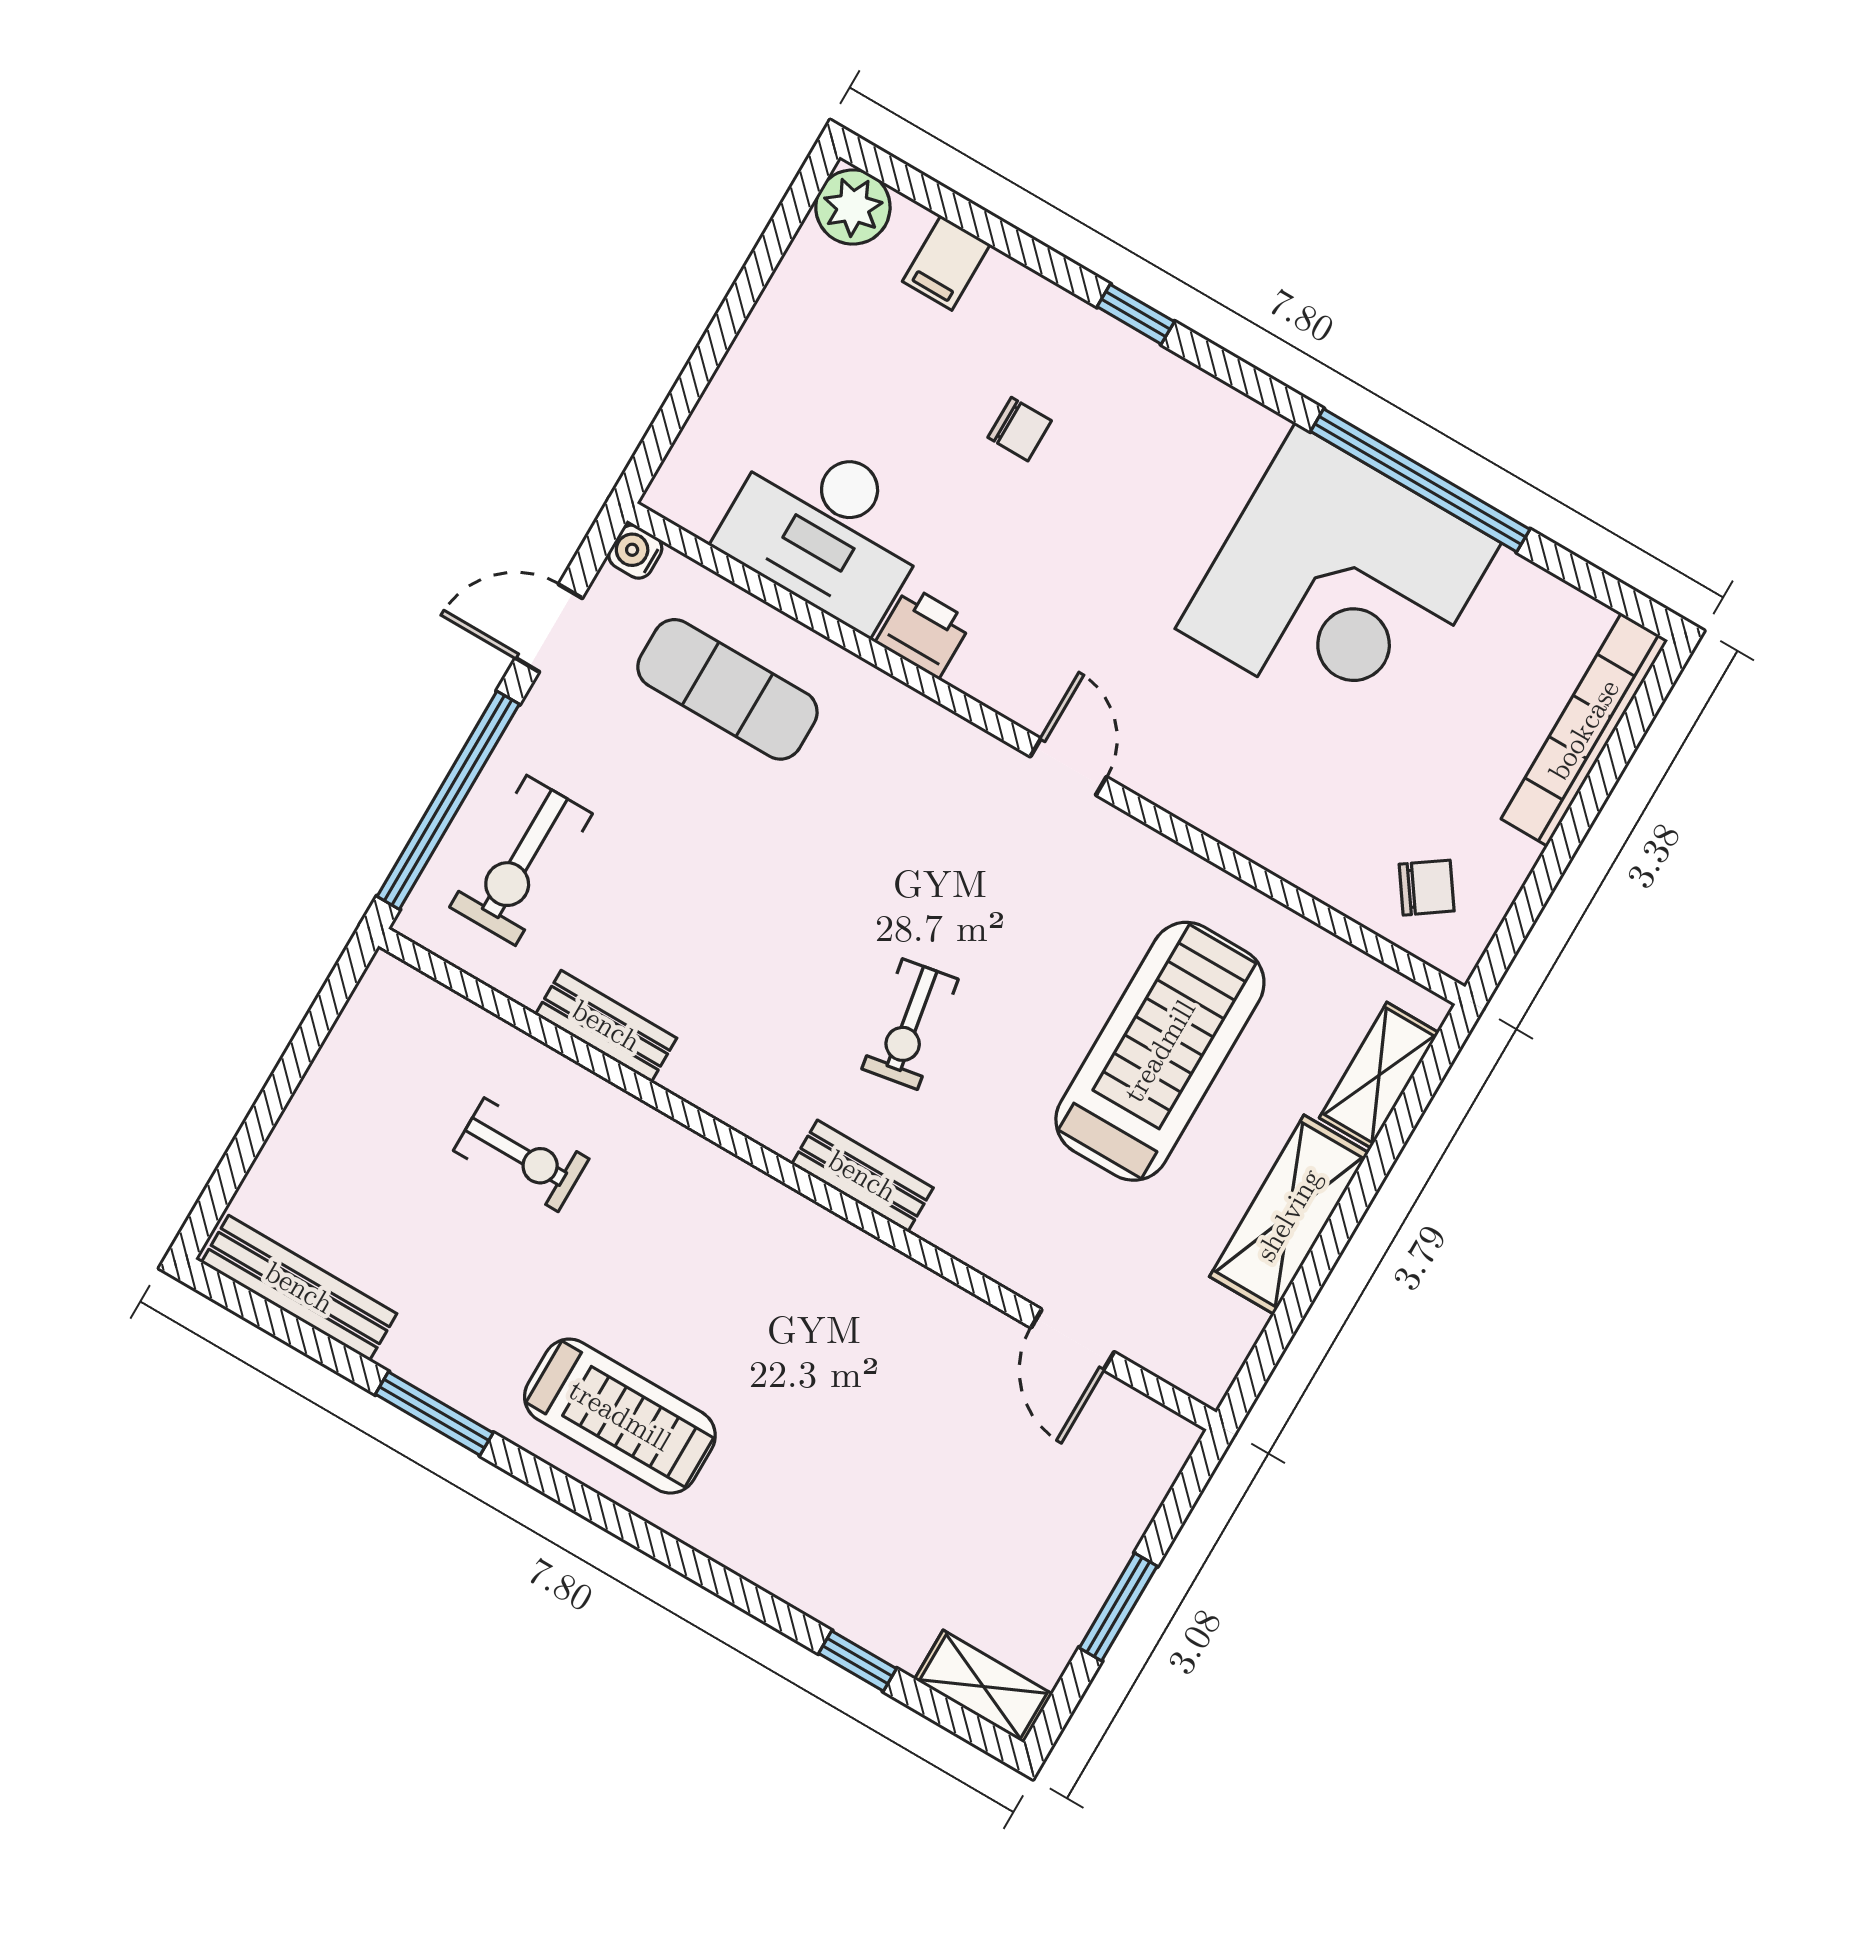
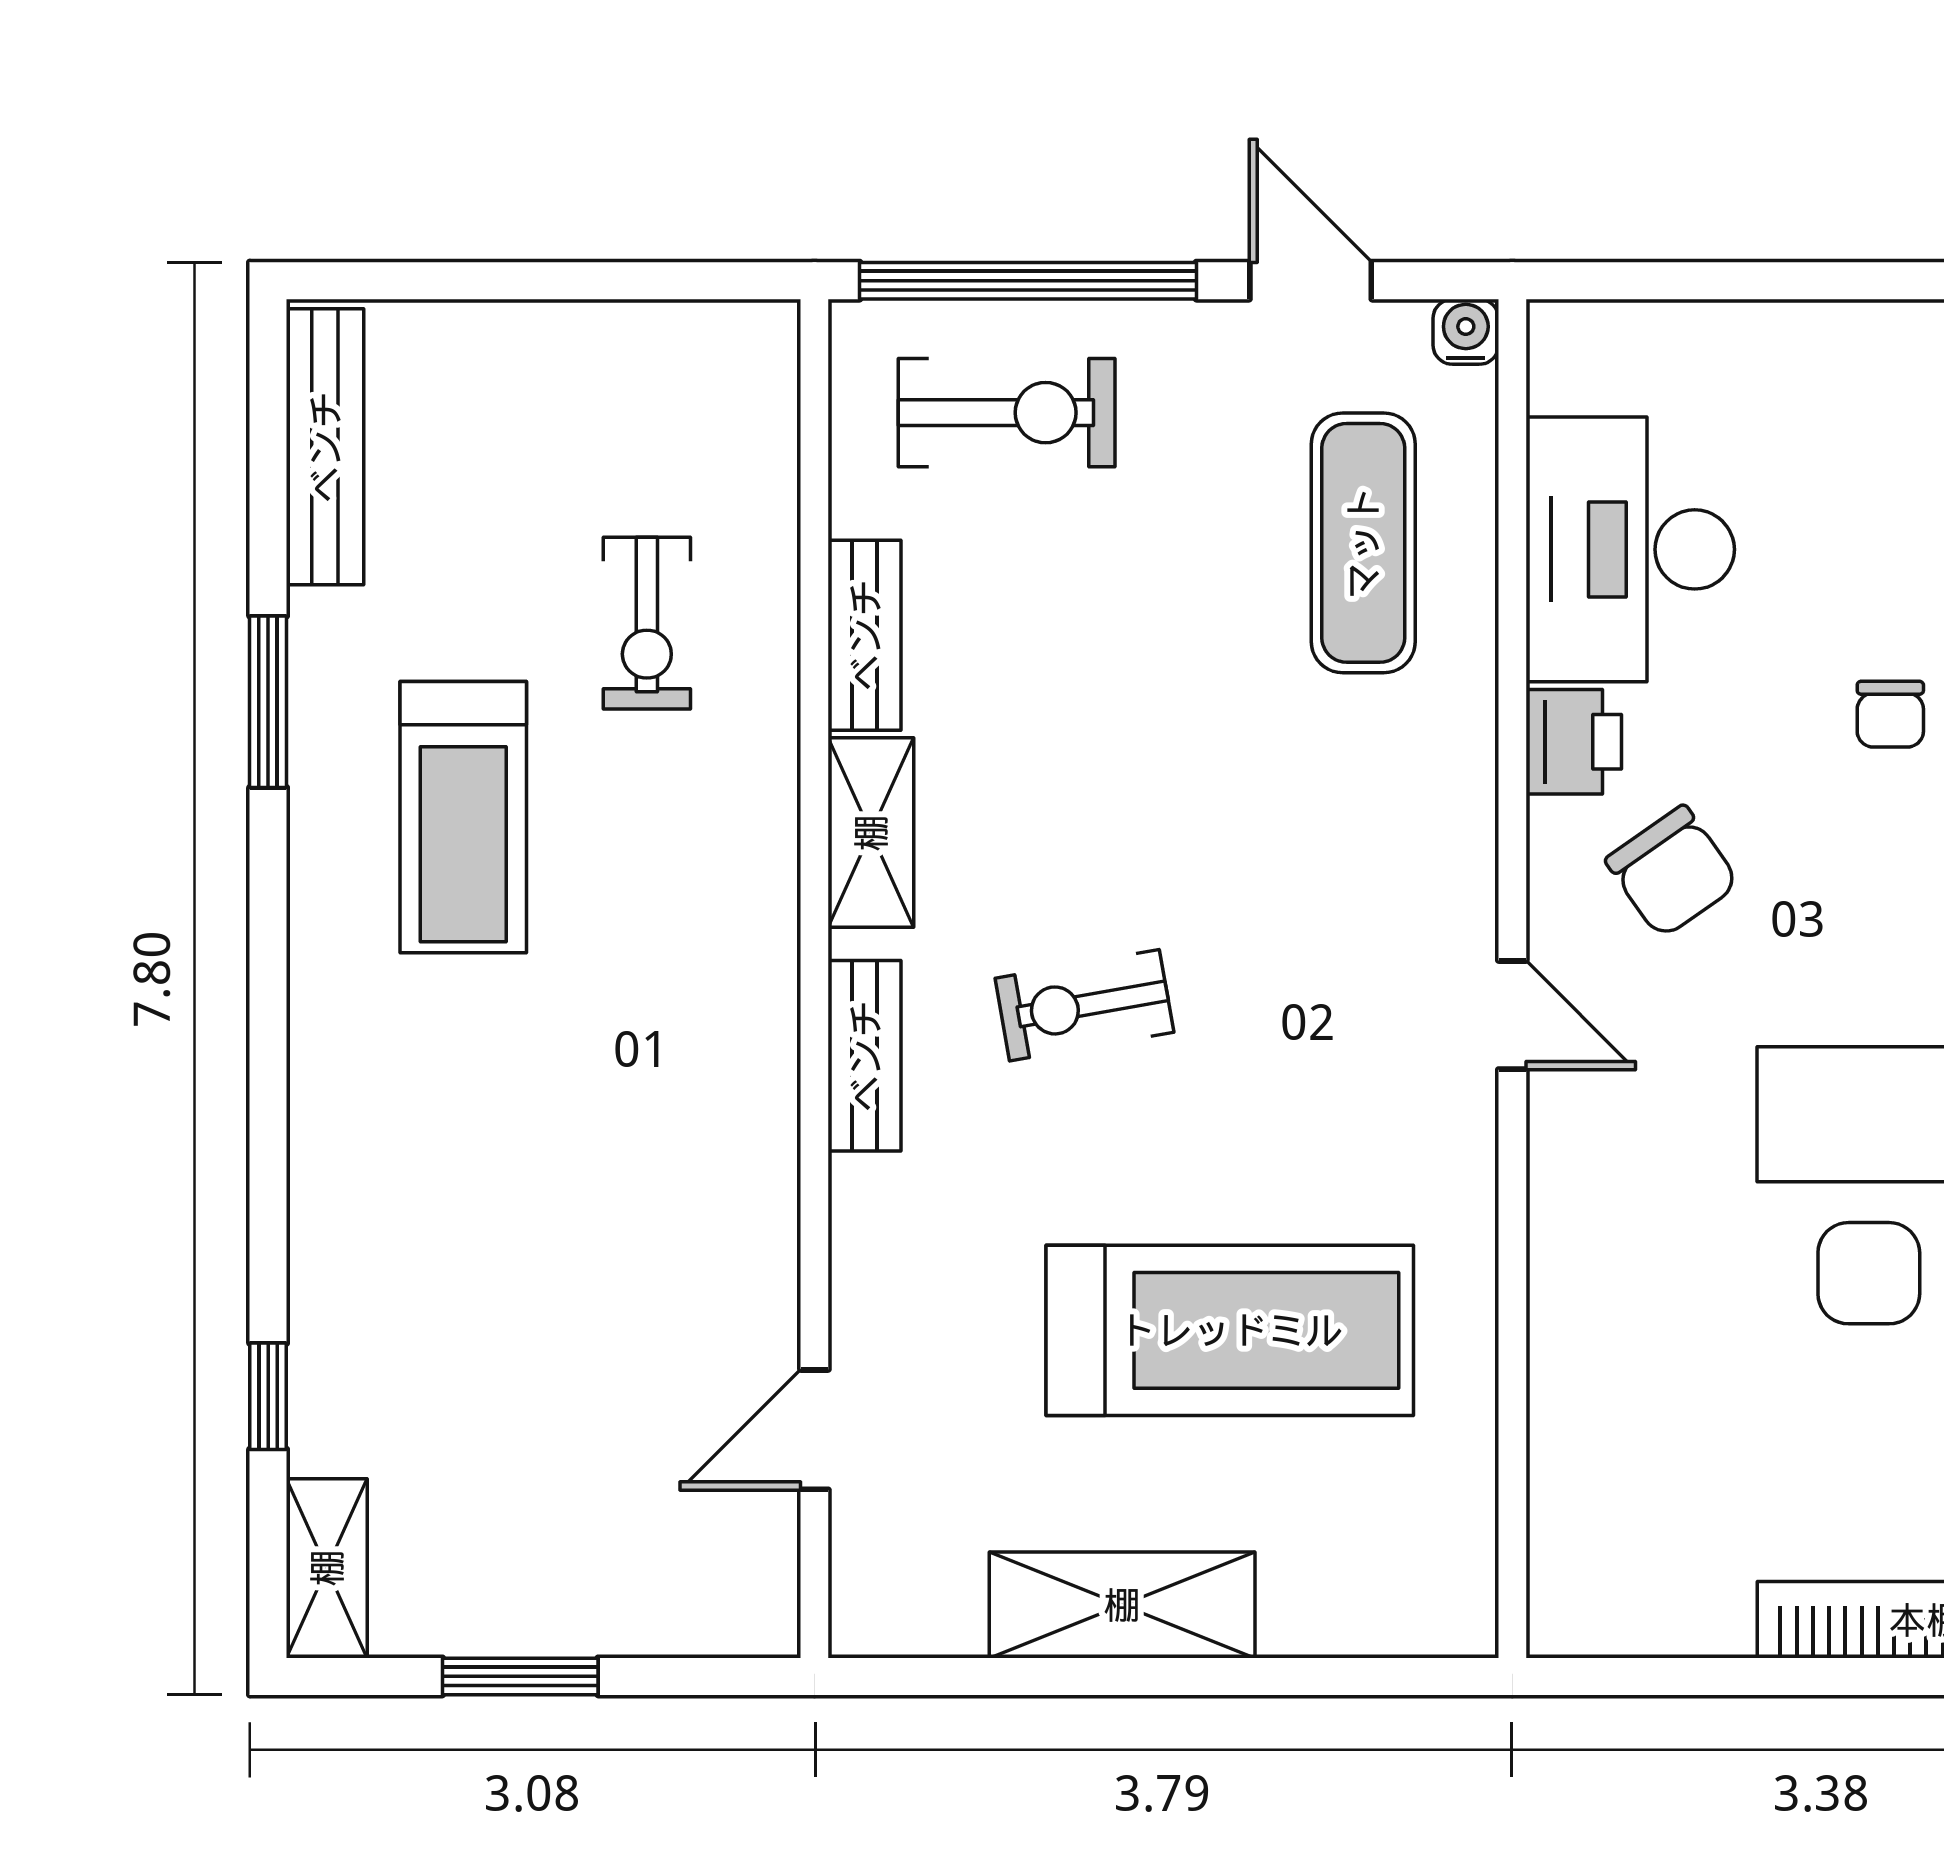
door: (1068, 767) -> (1512, 1015), hinge flipped
exercise bike: (521, 860) -> (1007, 413), turned 180
chair: (1427, 888) -> (1672, 872), moved, width x1.37, depth x1.37
shelving: (1379, 1075) -> (871, 833), moved, turned 90
treadmill: (620, 1416) -> (463, 817), moved

